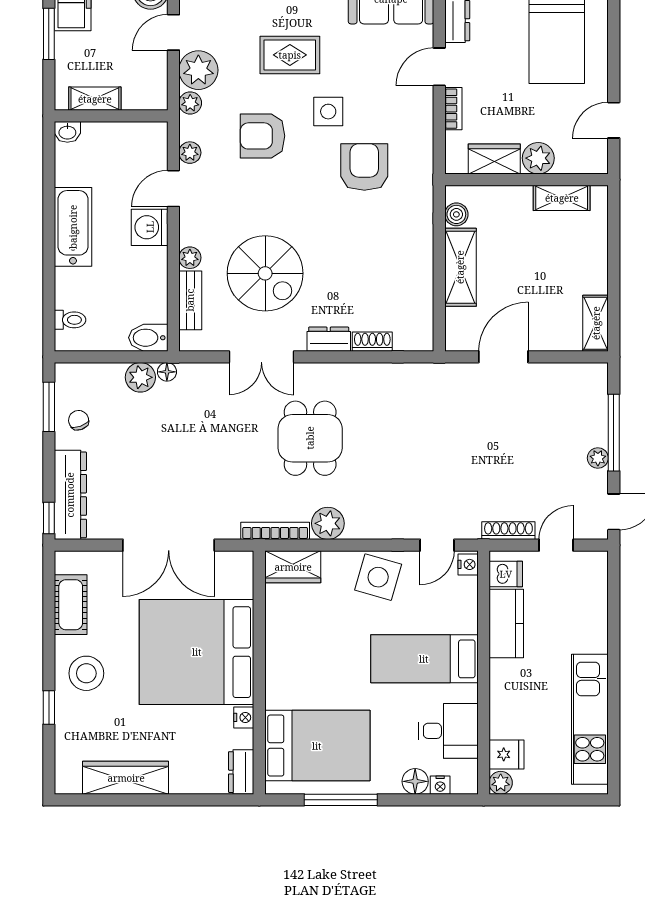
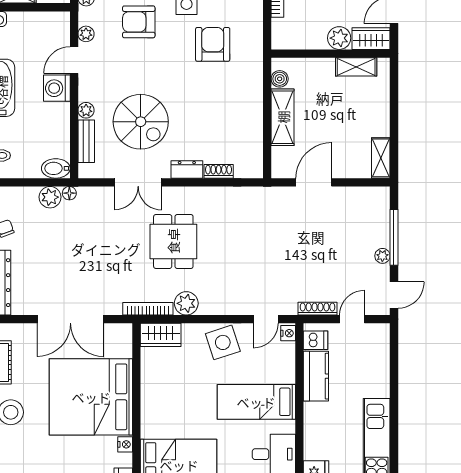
wardrobe: (494, 159) -> (371, 39), moved
side table: (378, 577) -> (223, 342), turned -34

